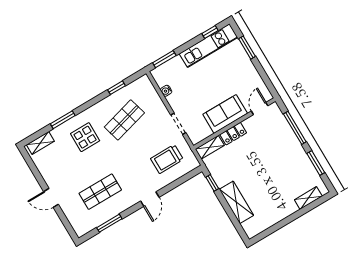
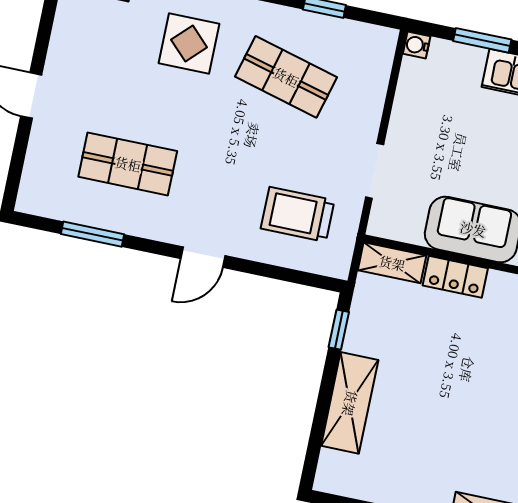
window: (164, 59) -> (482, 40), moved
water cooler: (166, 91) -> (417, 45), moved
shop shelf: (124, 120) -> (286, 77), turned 30

